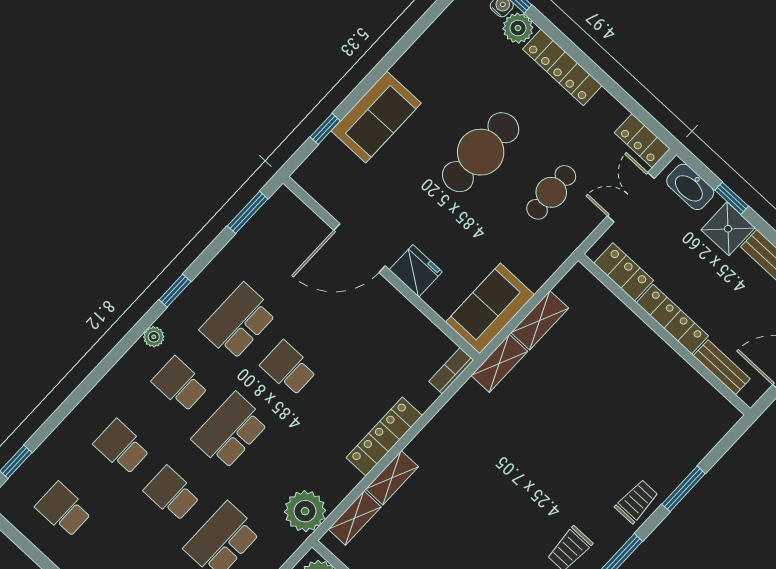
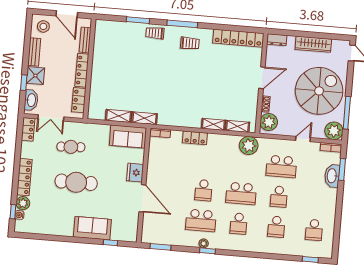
plant: (154, 337) -> (204, 243), moved
locker: (384, 437) -> (195, 138), width x0.66

